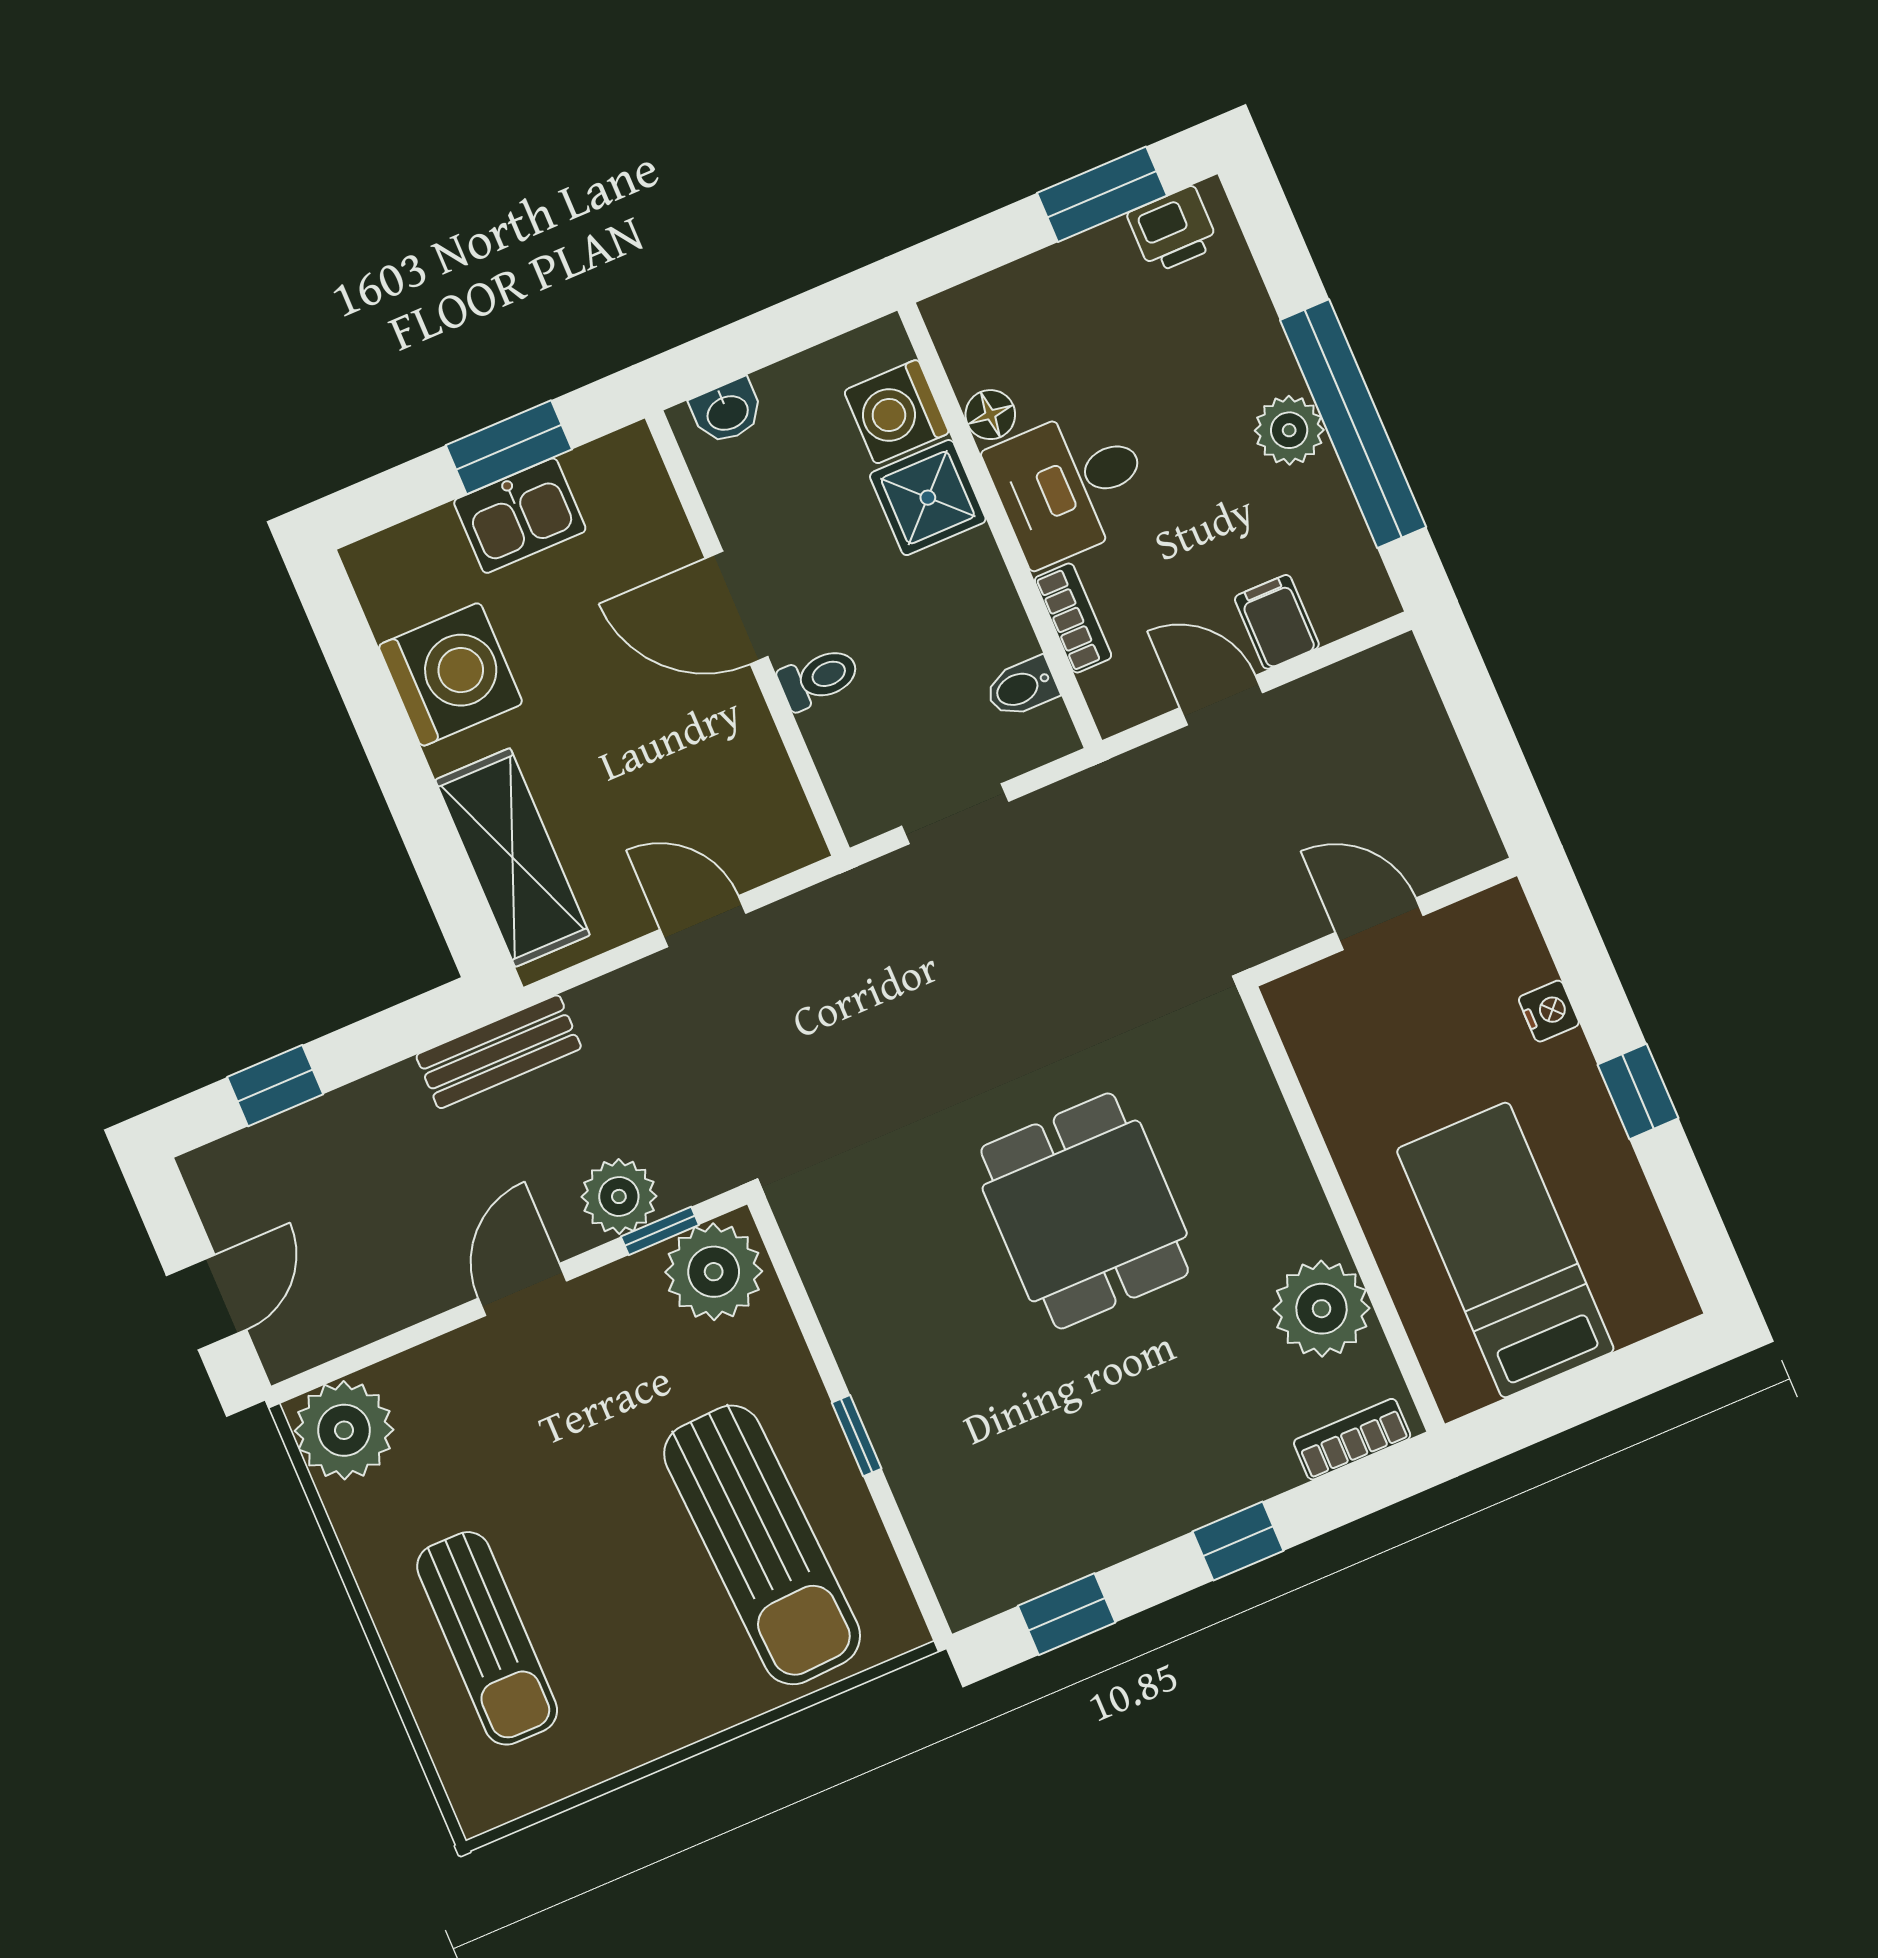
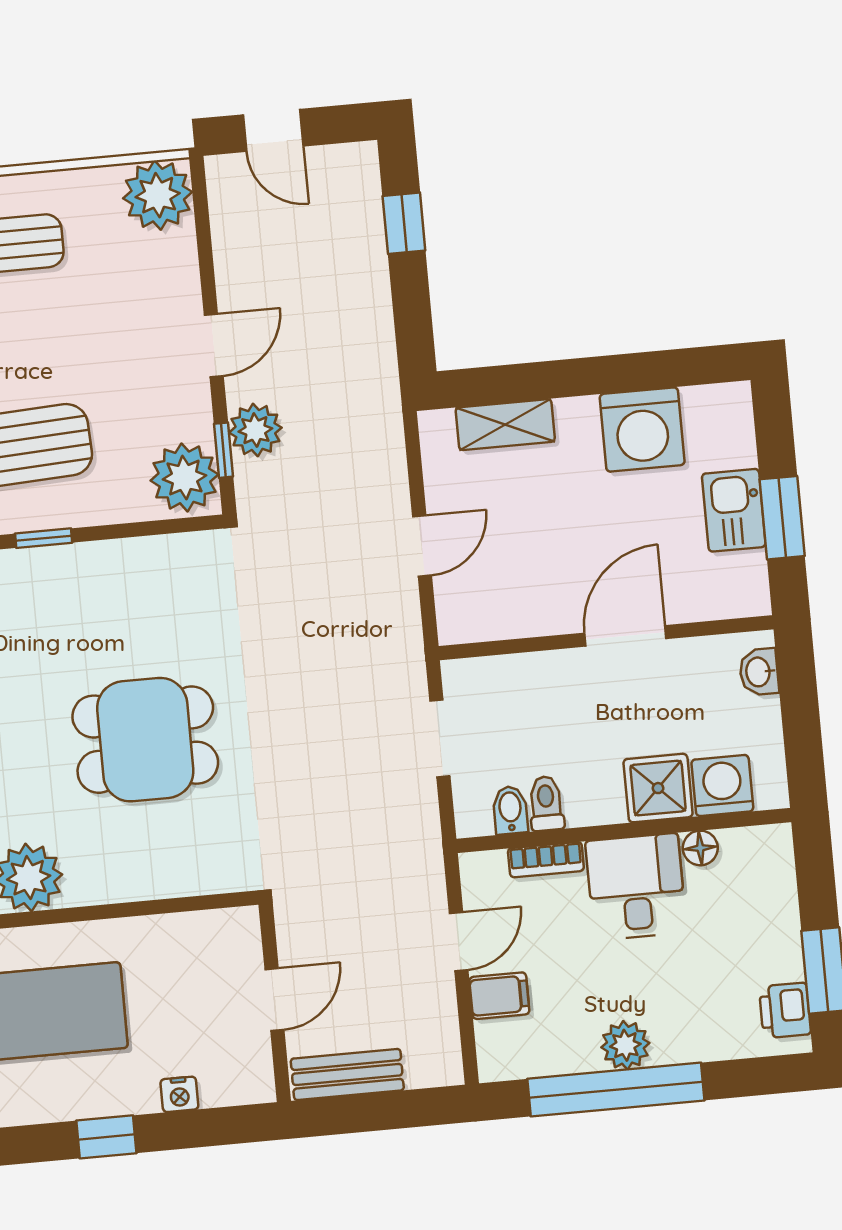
toilet: (819, 678) -> (546, 804), moved, turned 180
shelving: (513, 858) -> (505, 425), width x0.67, depth x0.75
bench: (499, 1052) -> (347, 1074), moved, turned 90
door: (523, 1289) -> (214, 345), hinge flipped

